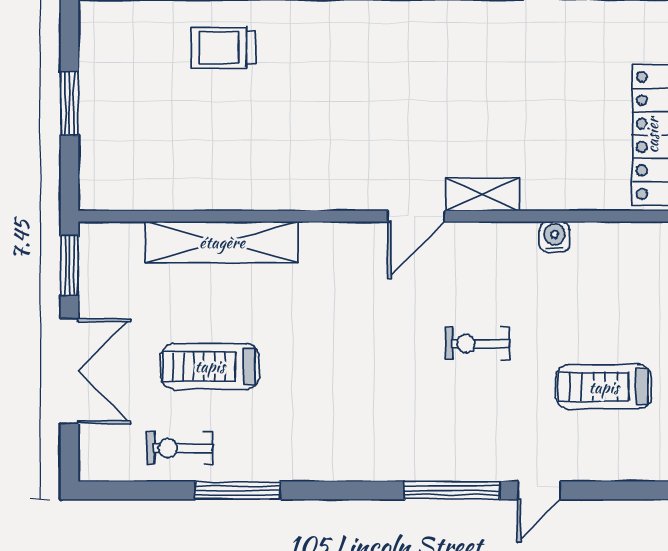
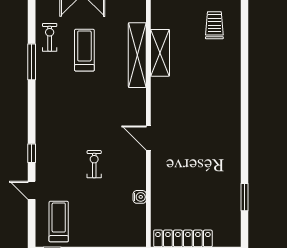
trolley: (223, 48) -> (214, 25), moved
shelving: (483, 194) -> (160, 53), moved, width x1.50, depth x1.33
treadmill: (604, 387) -> (59, 222), moved
window: (452, 490) -> (32, 153), width x0.46

